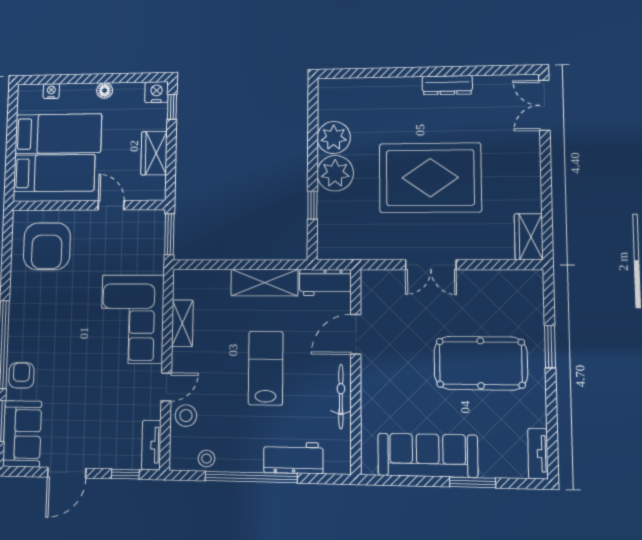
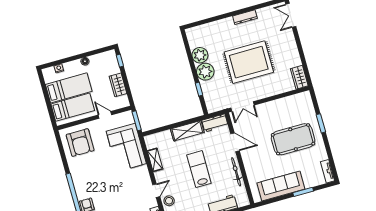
nightstand: (157, 92) -> (110, 56), removed
double door: (431, 265) -> (242, 107), moved
corner sofa: (132, 319) -> (126, 147), moved
door: (356, 334) -> (235, 142), swing flipped

